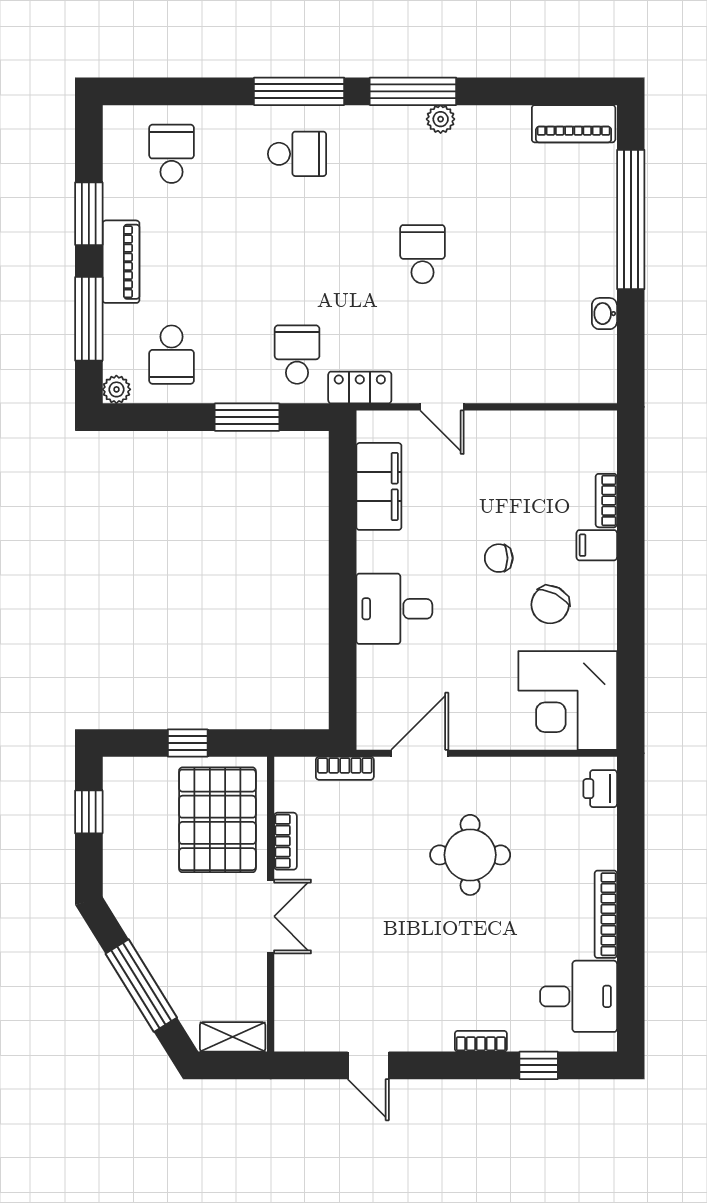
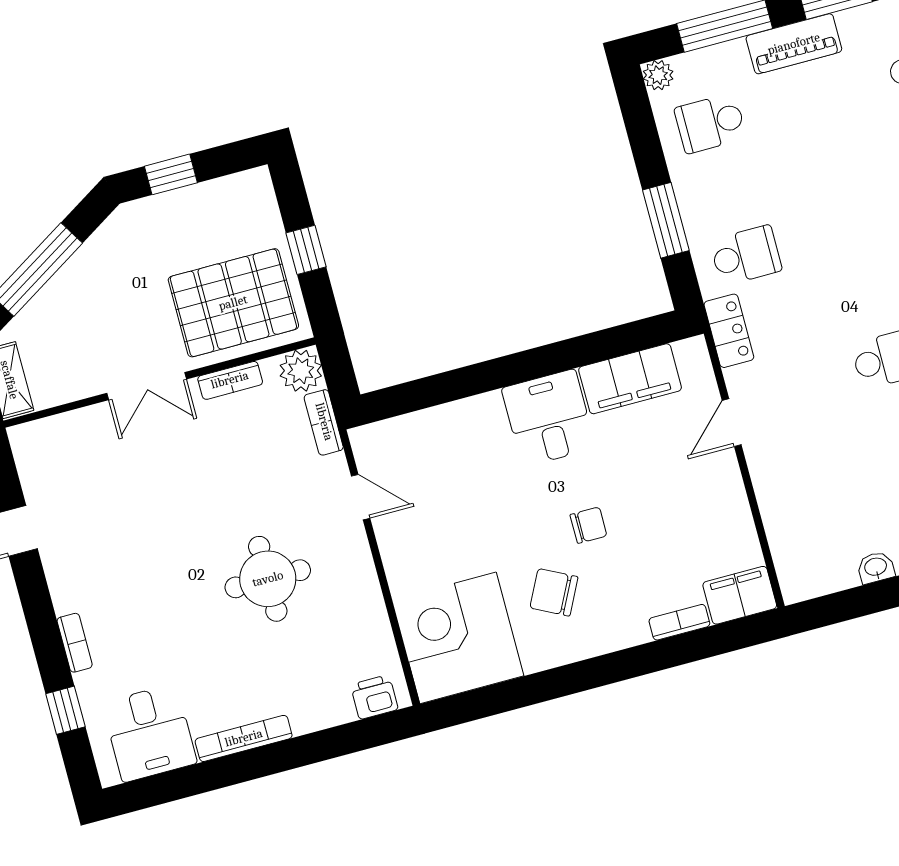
filing cabinet: (597, 545) -> (740, 595), moved, width x2.00
chair: (499, 558) -> (588, 525), turned 90
desk: (394, 609) -> (549, 418), moved
door: (420, 753) -> (361, 497), width x0.73
plant: (294, 776) -> (301, 371), added
window: (89, 812) -> (171, 174), moved

